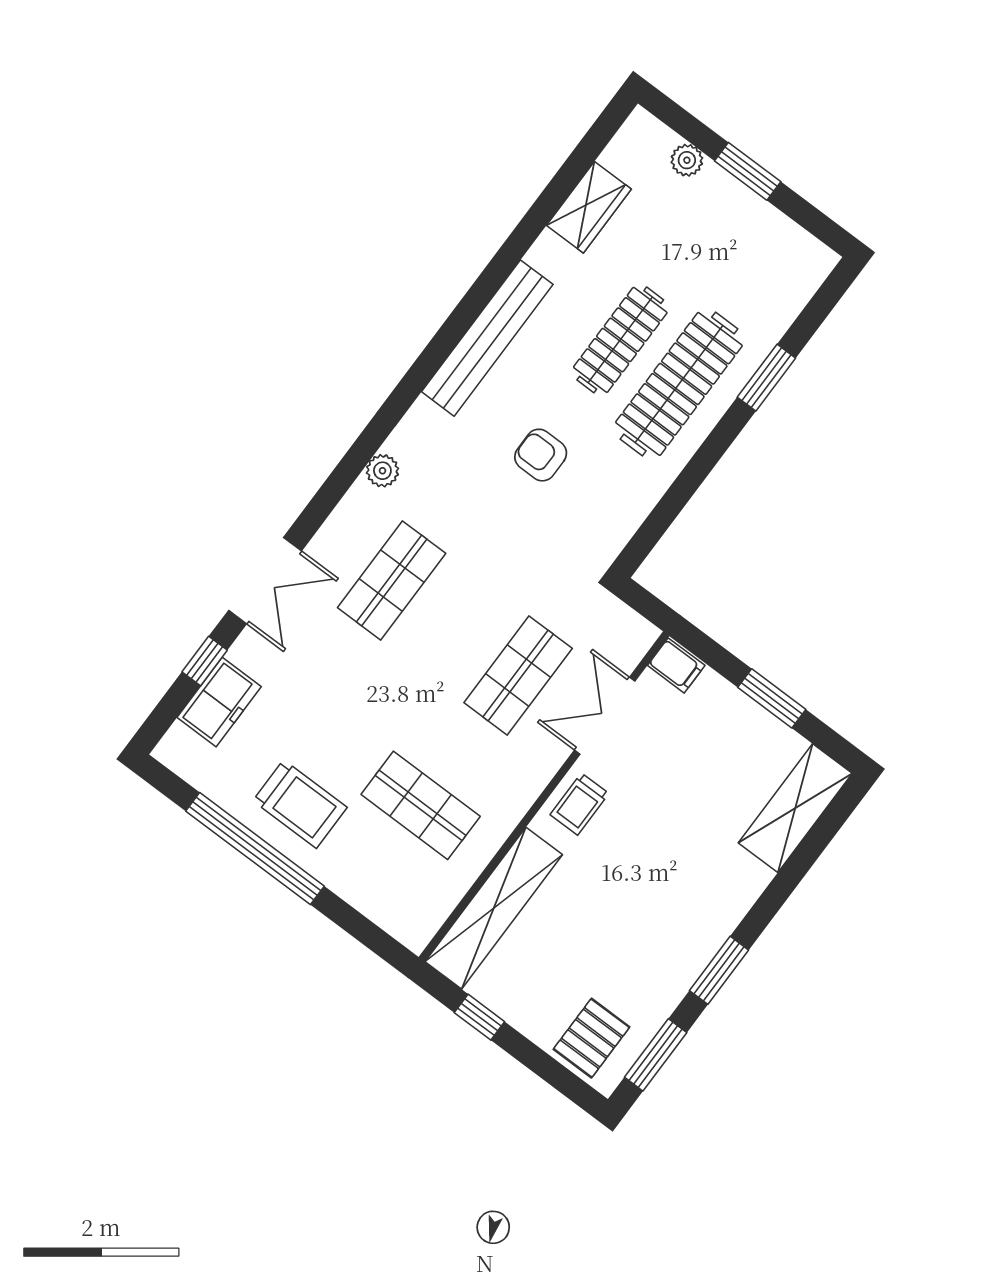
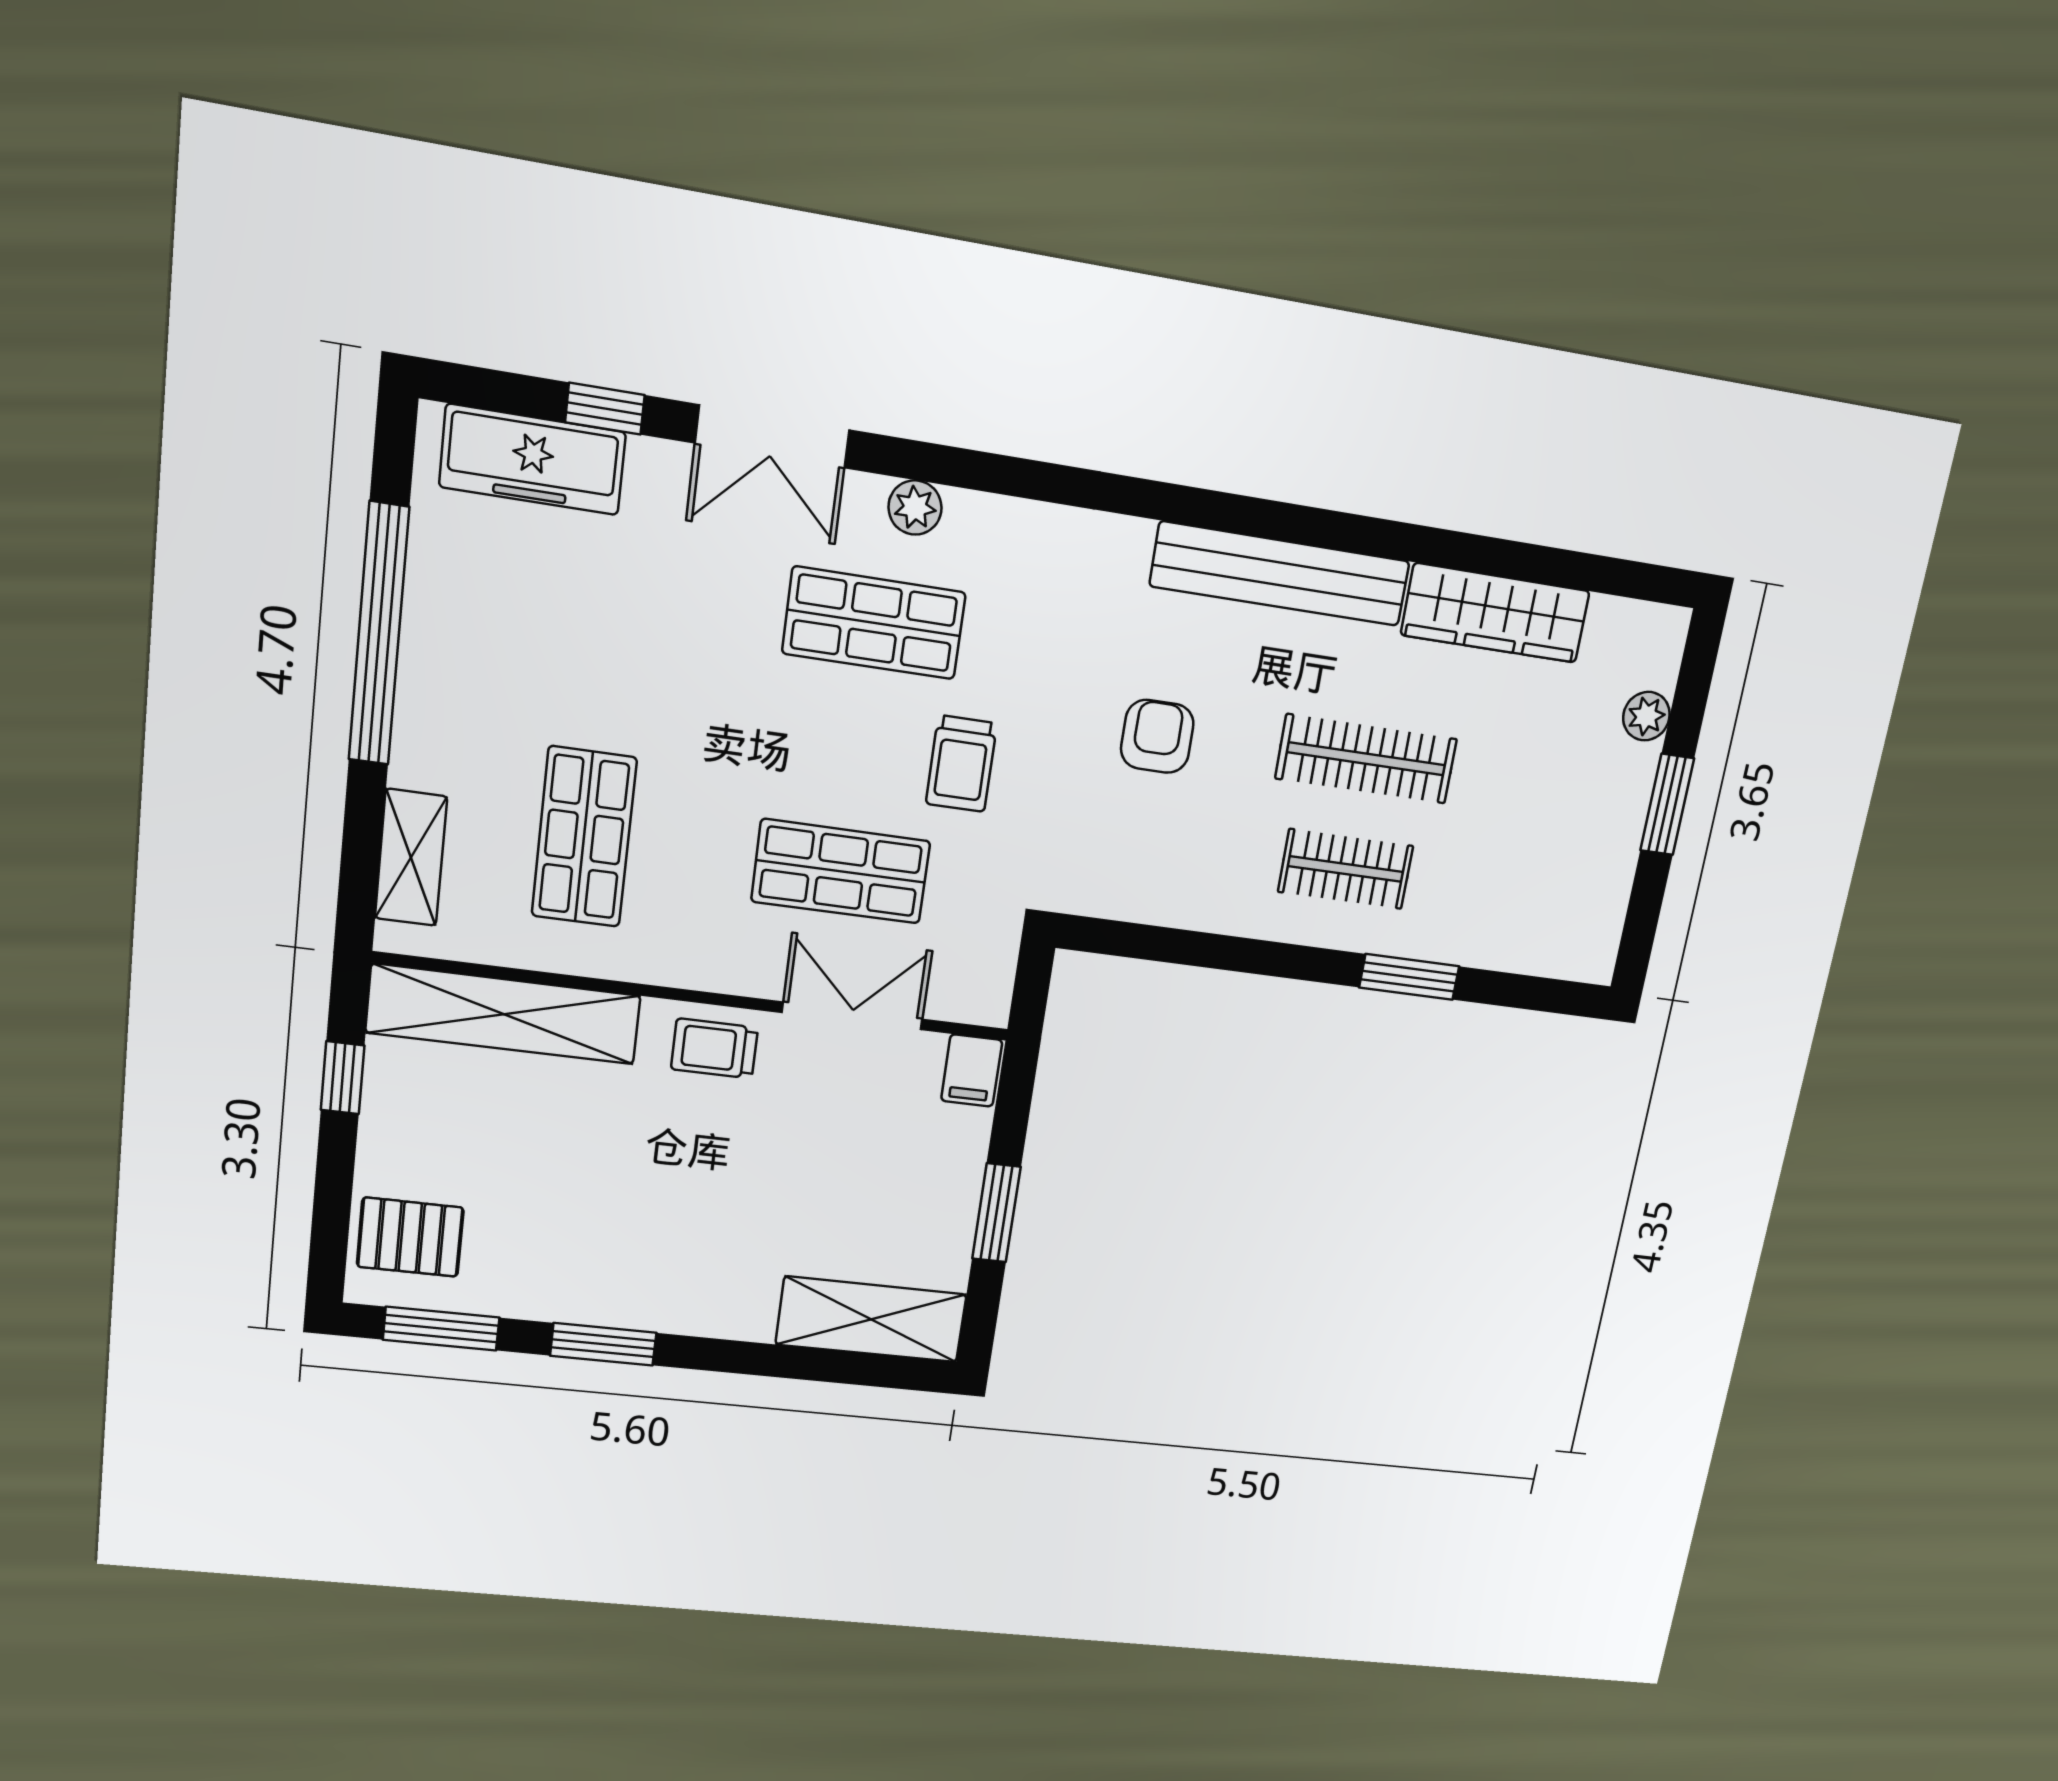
wardrobe: (589, 207) -> (1495, 613), width x1.50
clothes rail: (679, 384) -> (1346, 869), width x0.54, depth x0.76
plant: (382, 471) -> (915, 508), moved
freezer: (219, 702) -> (533, 460), width x1.40
trolley: (300, 804) -> (961, 764), moved, width x0.73, depth x0.72
shelving: (380, 905) -> (411, 858), added

